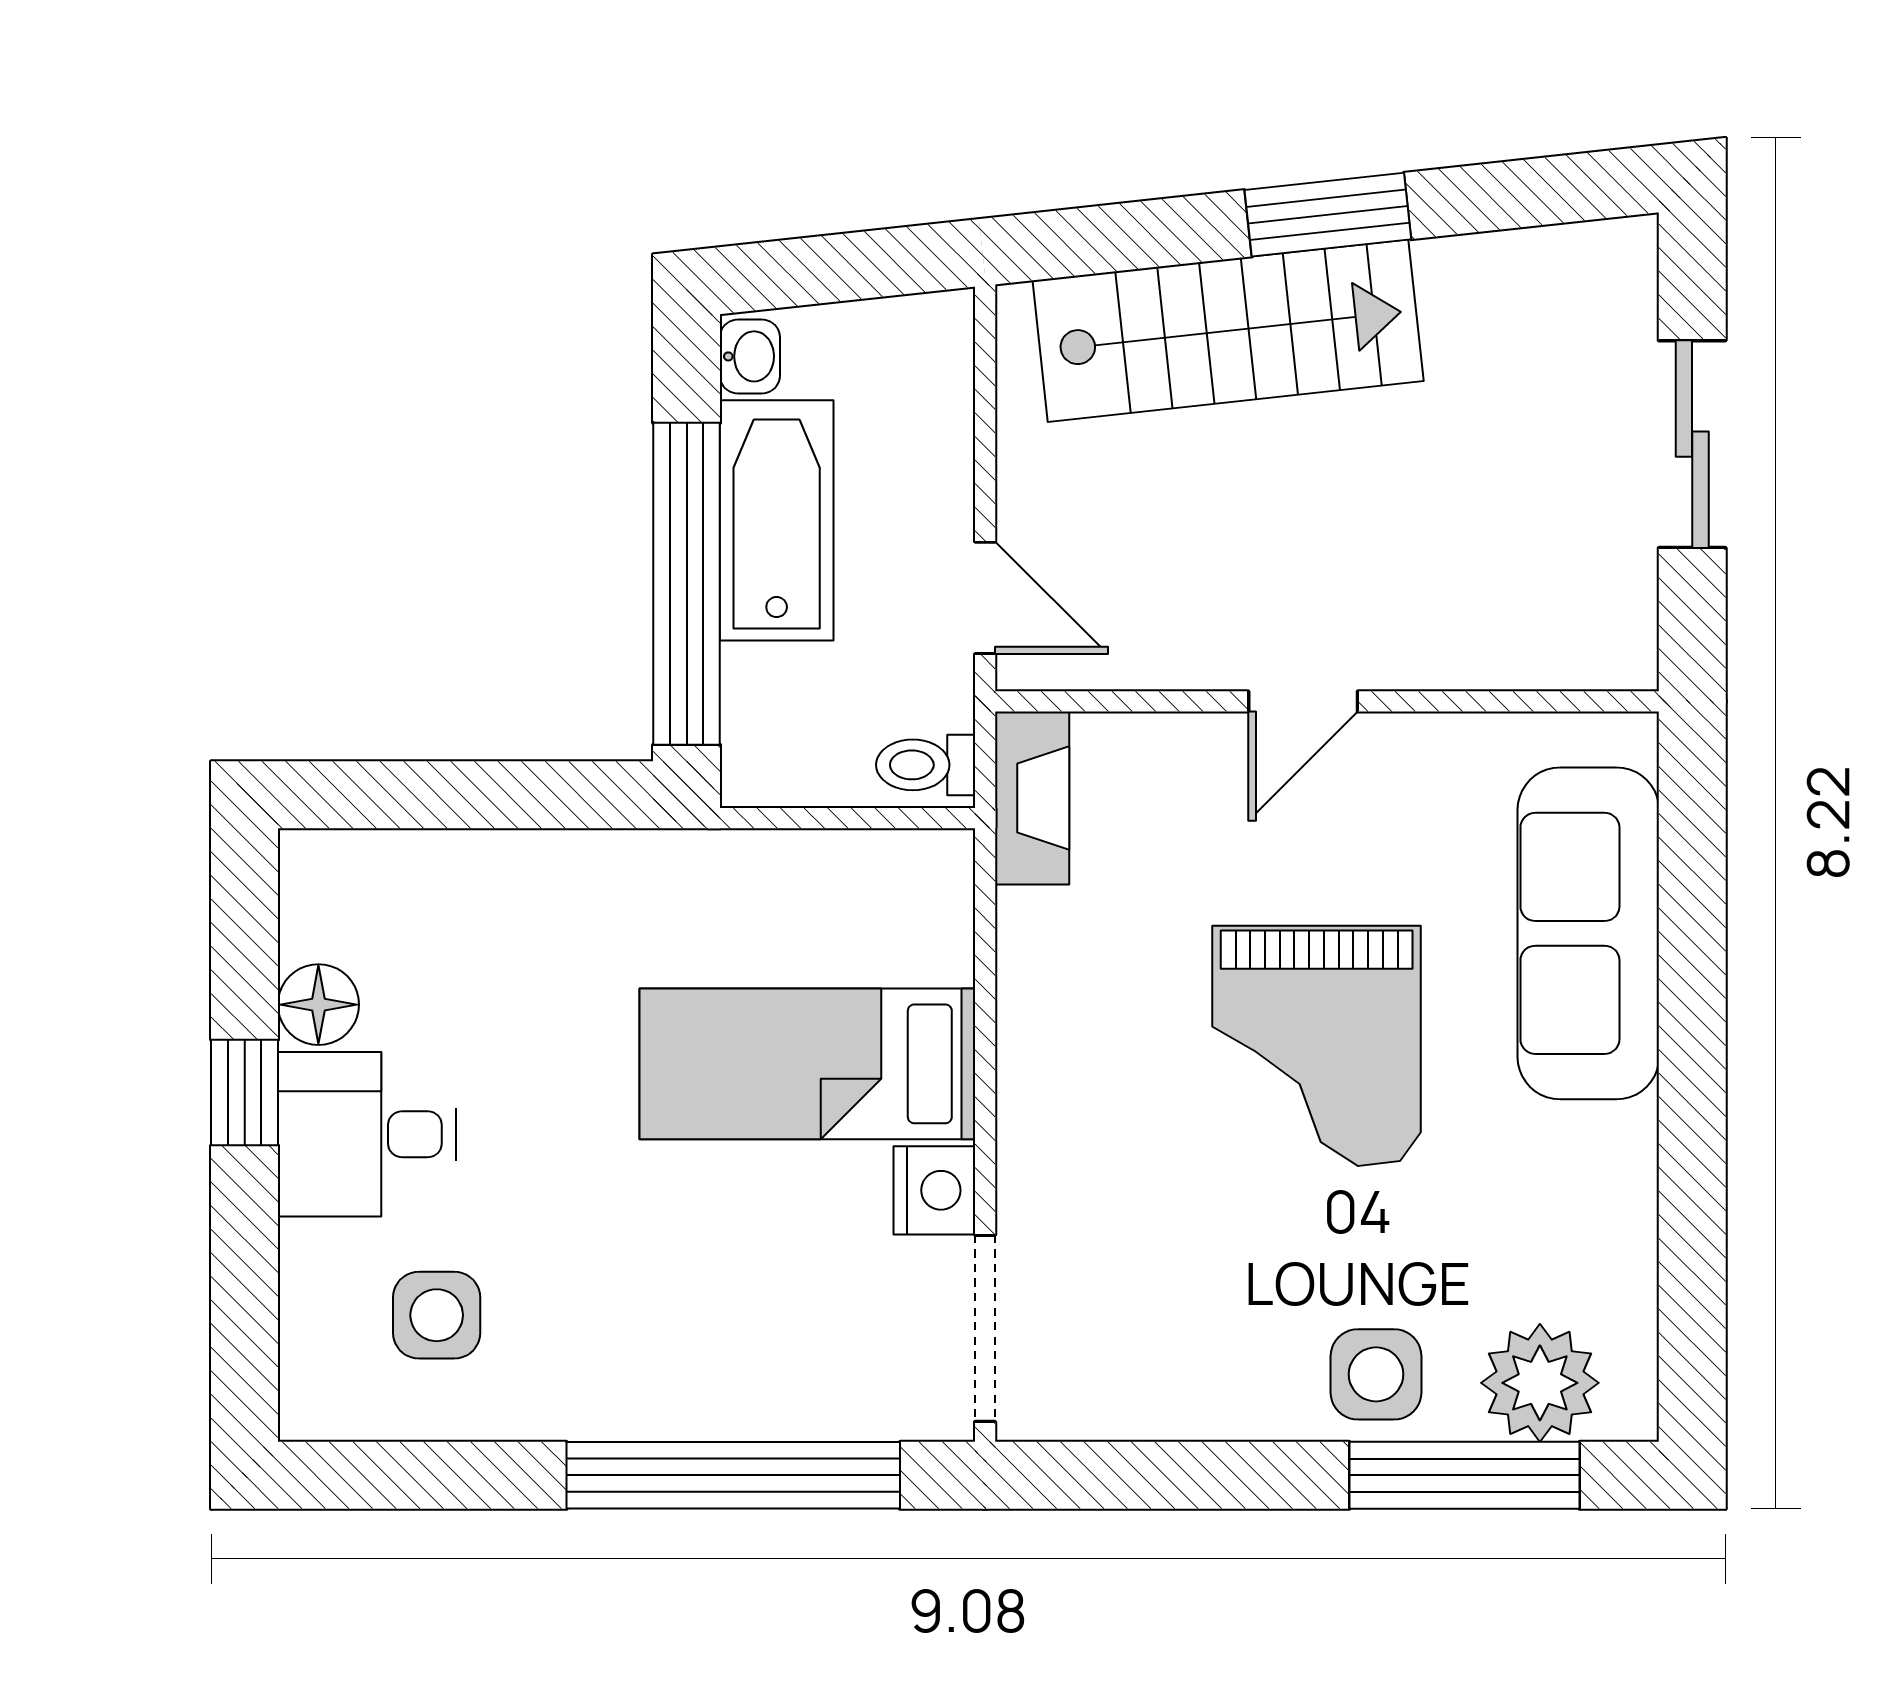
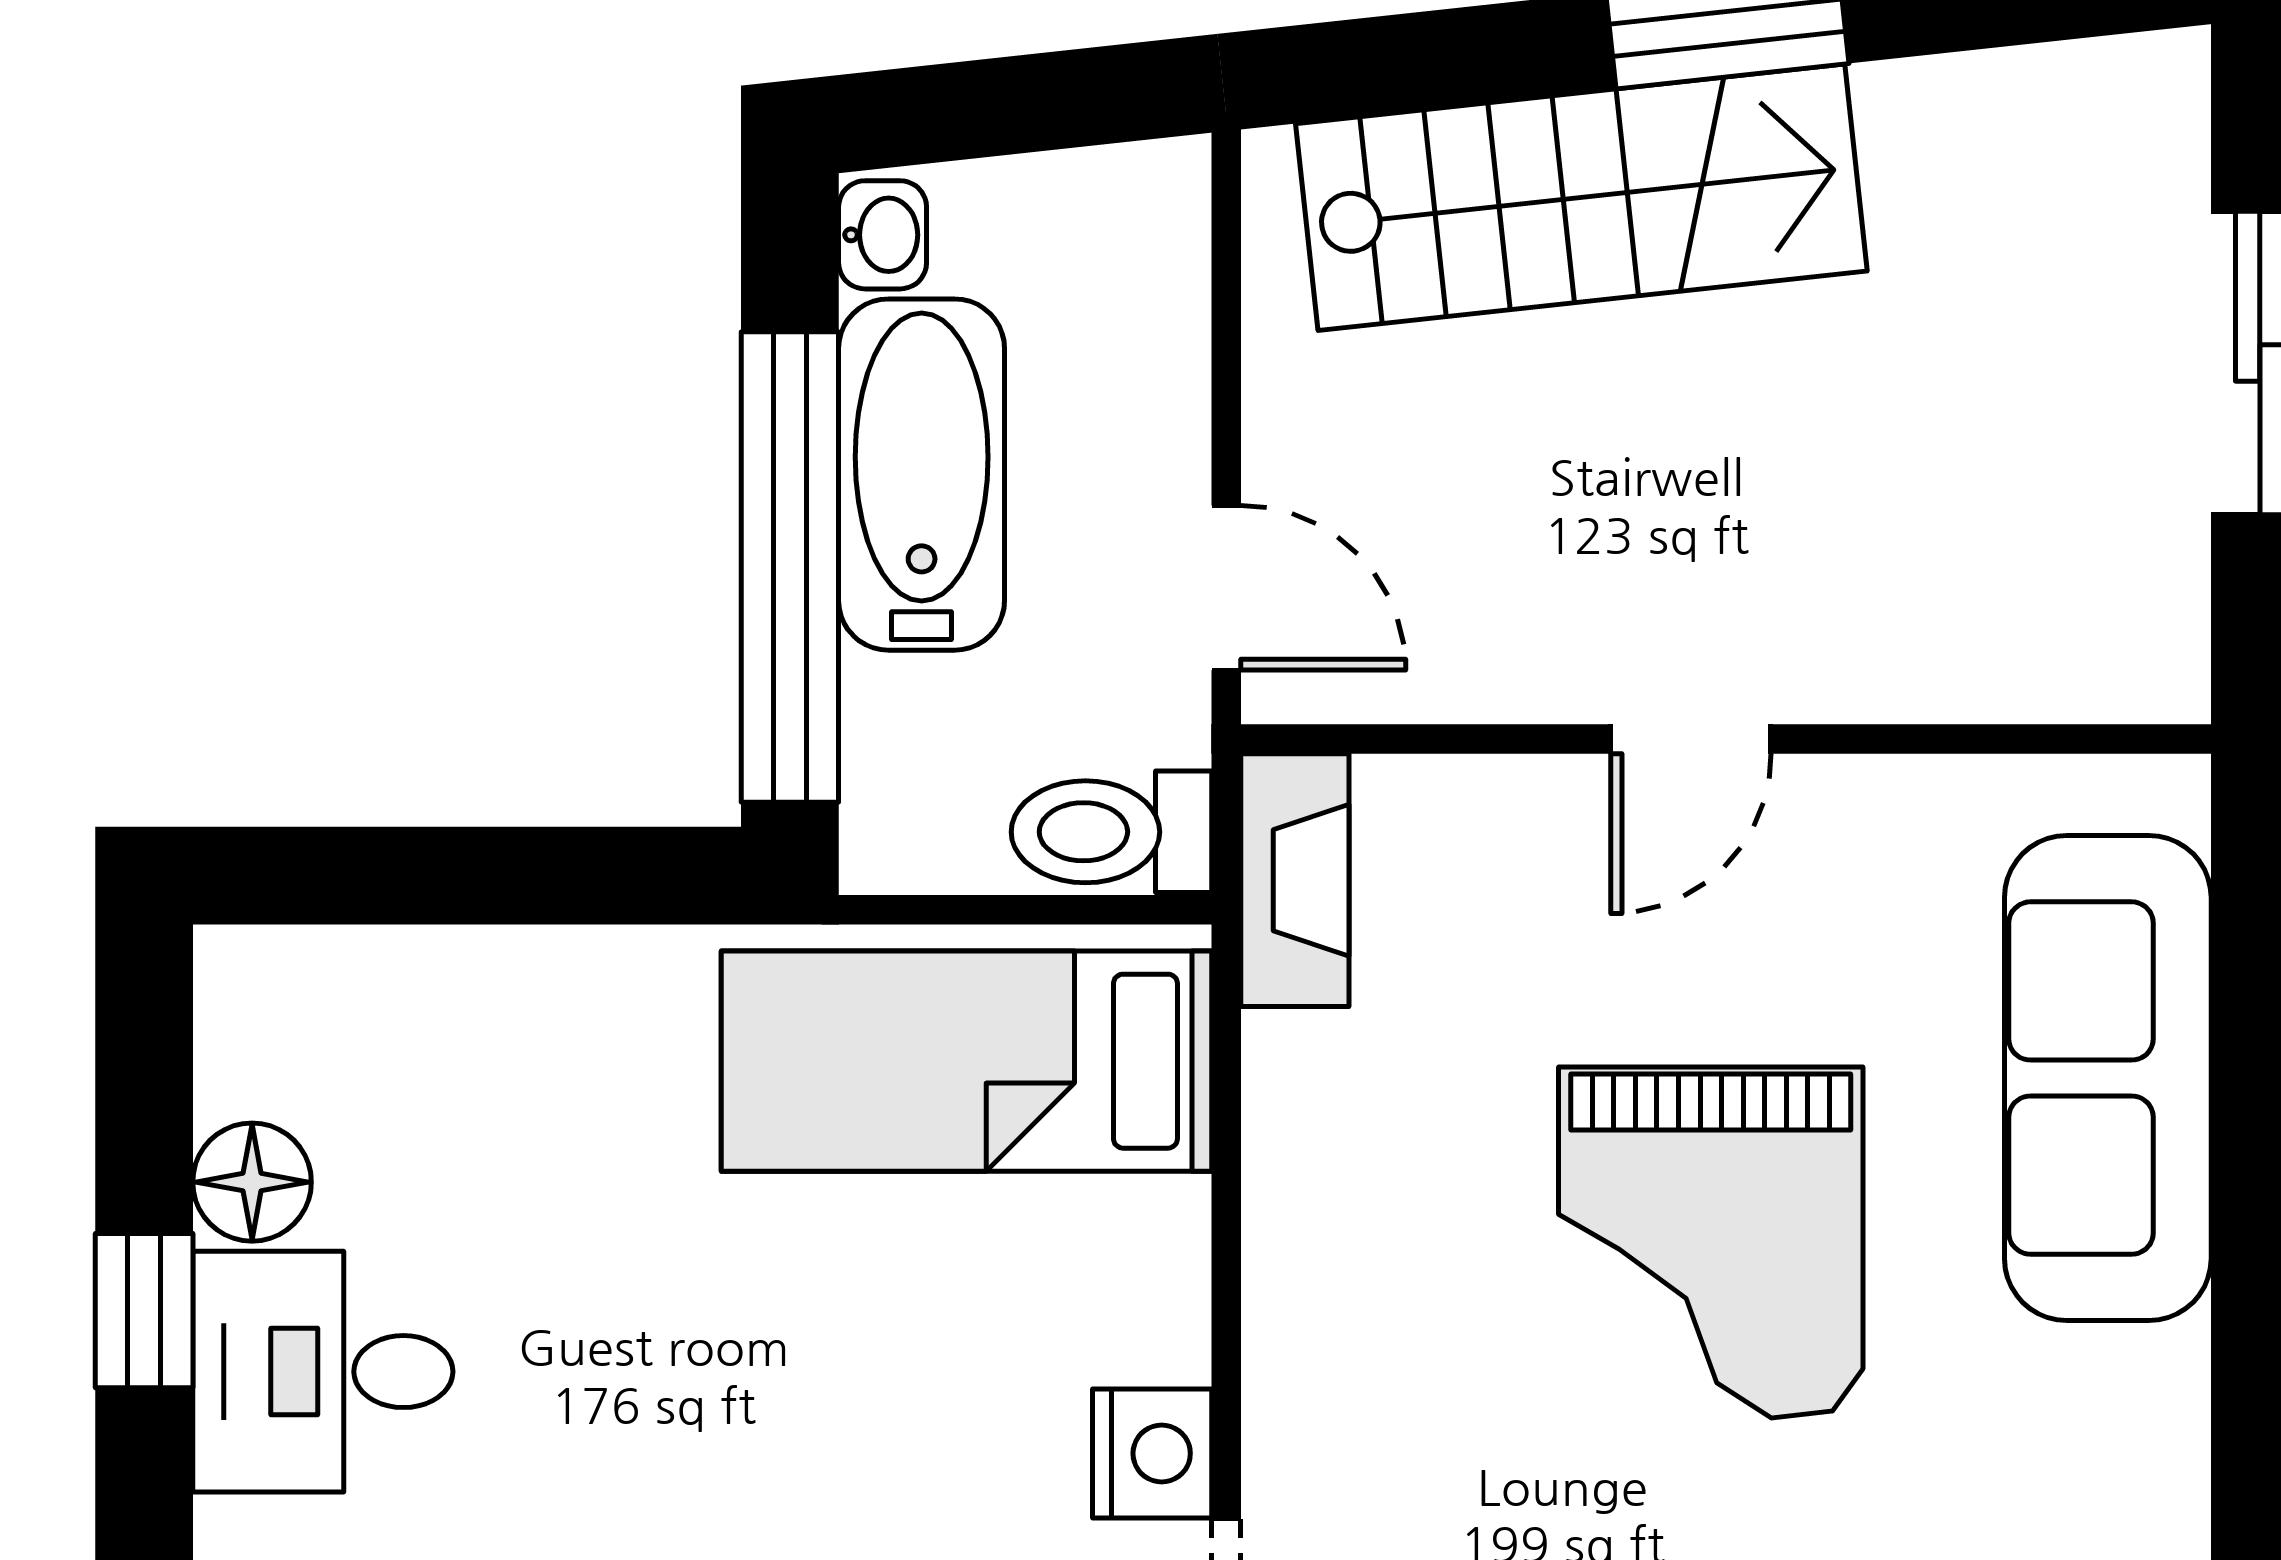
toilet: (926, 765) -> (1111, 832), width x1.37, depth x1.39
bed: (807, 1064) -> (966, 1061), moved

